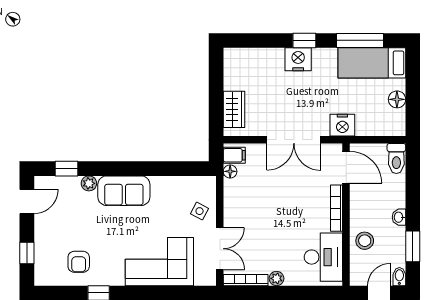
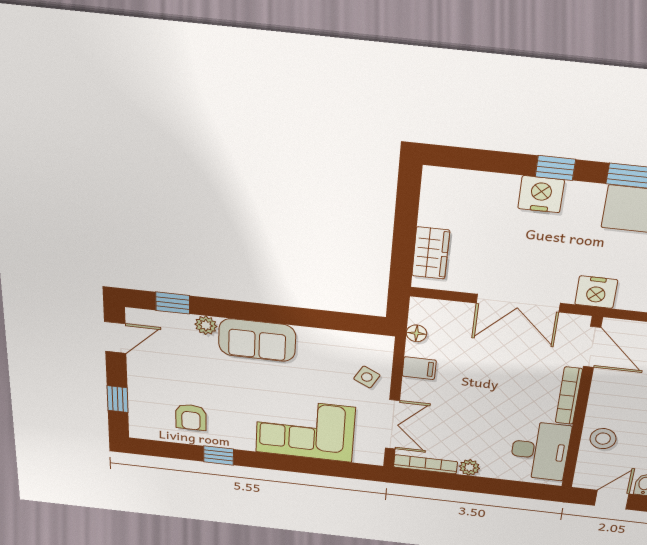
filing cabinet: (234, 155) -> (419, 368), moved

